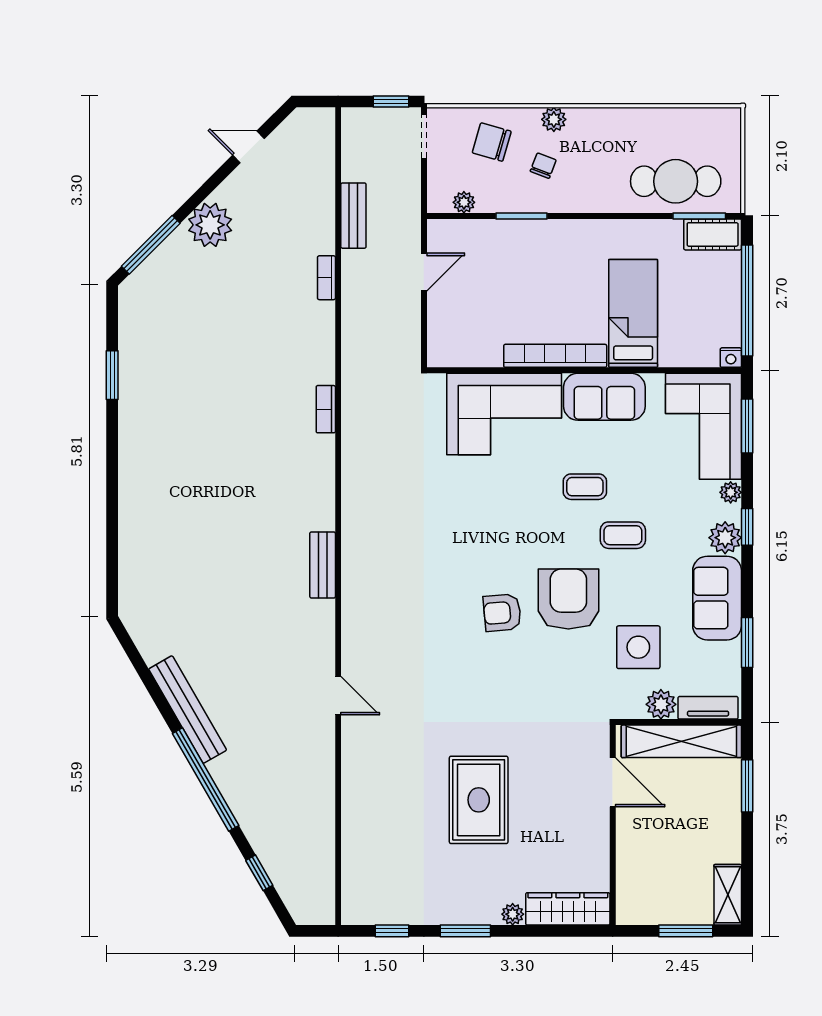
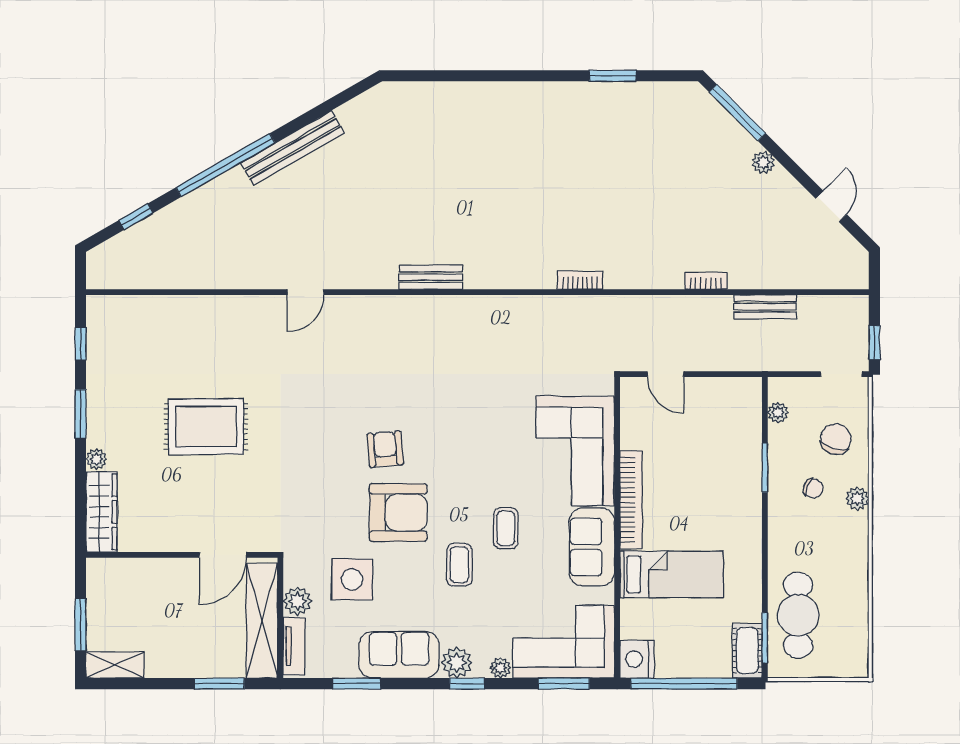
plant: (210, 225) -> (763, 162), width x0.53, depth x0.53
door: (424, 272) -> (666, 374), moved
nightstand: (731, 358) -> (637, 659), width x1.89, depth x1.79

